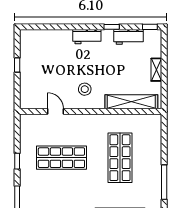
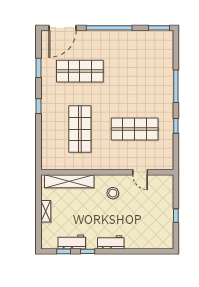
window: (150, 27) -> (64, 251), moved
window: (164, 182) -> (39, 106), width x0.46

